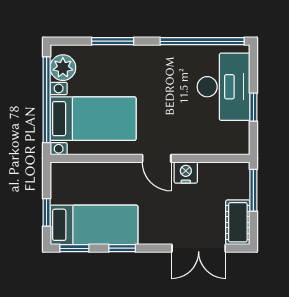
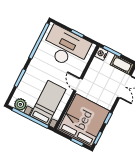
desk: (224, 87) -> (66, 47), width x1.36, depth x1.30
door: (157, 158) -> (78, 85), swing flipped
nightstand: (186, 172) -> (101, 54), moved
bed: (94, 225) -> (84, 120), width x2.04

